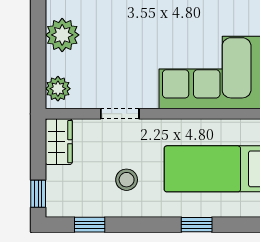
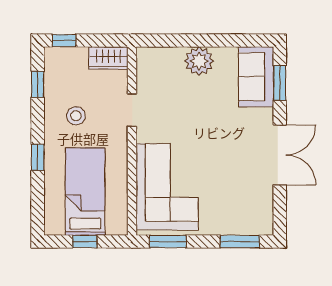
plant: (58, 89) -> (153, 57), removed
window: (197, 225) -> (38, 157), moved

